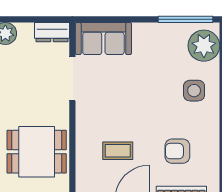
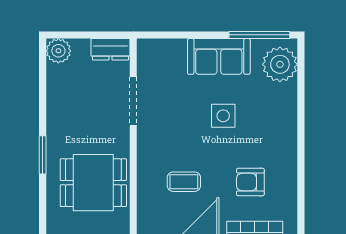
sofa: (103, 39) -> (219, 56), moved
side table: (194, 91) -> (223, 116), moved

